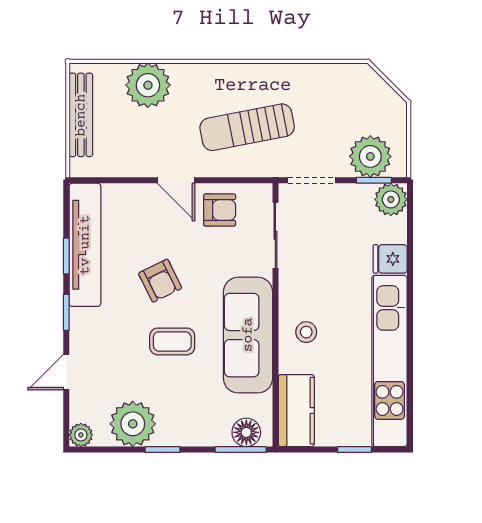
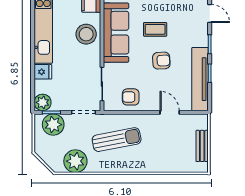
plant: (148, 85) -> (75, 161), moved
bench: (81, 115) -> (202, 146), width x0.73
door: (176, 180) -> (170, 112), moved
armchair: (160, 281) -> (161, 61), turned 113
stool: (306, 332) -> (86, 34), width x1.89, depth x1.89
door: (66, 372) -> (210, 14), hinge flipped

